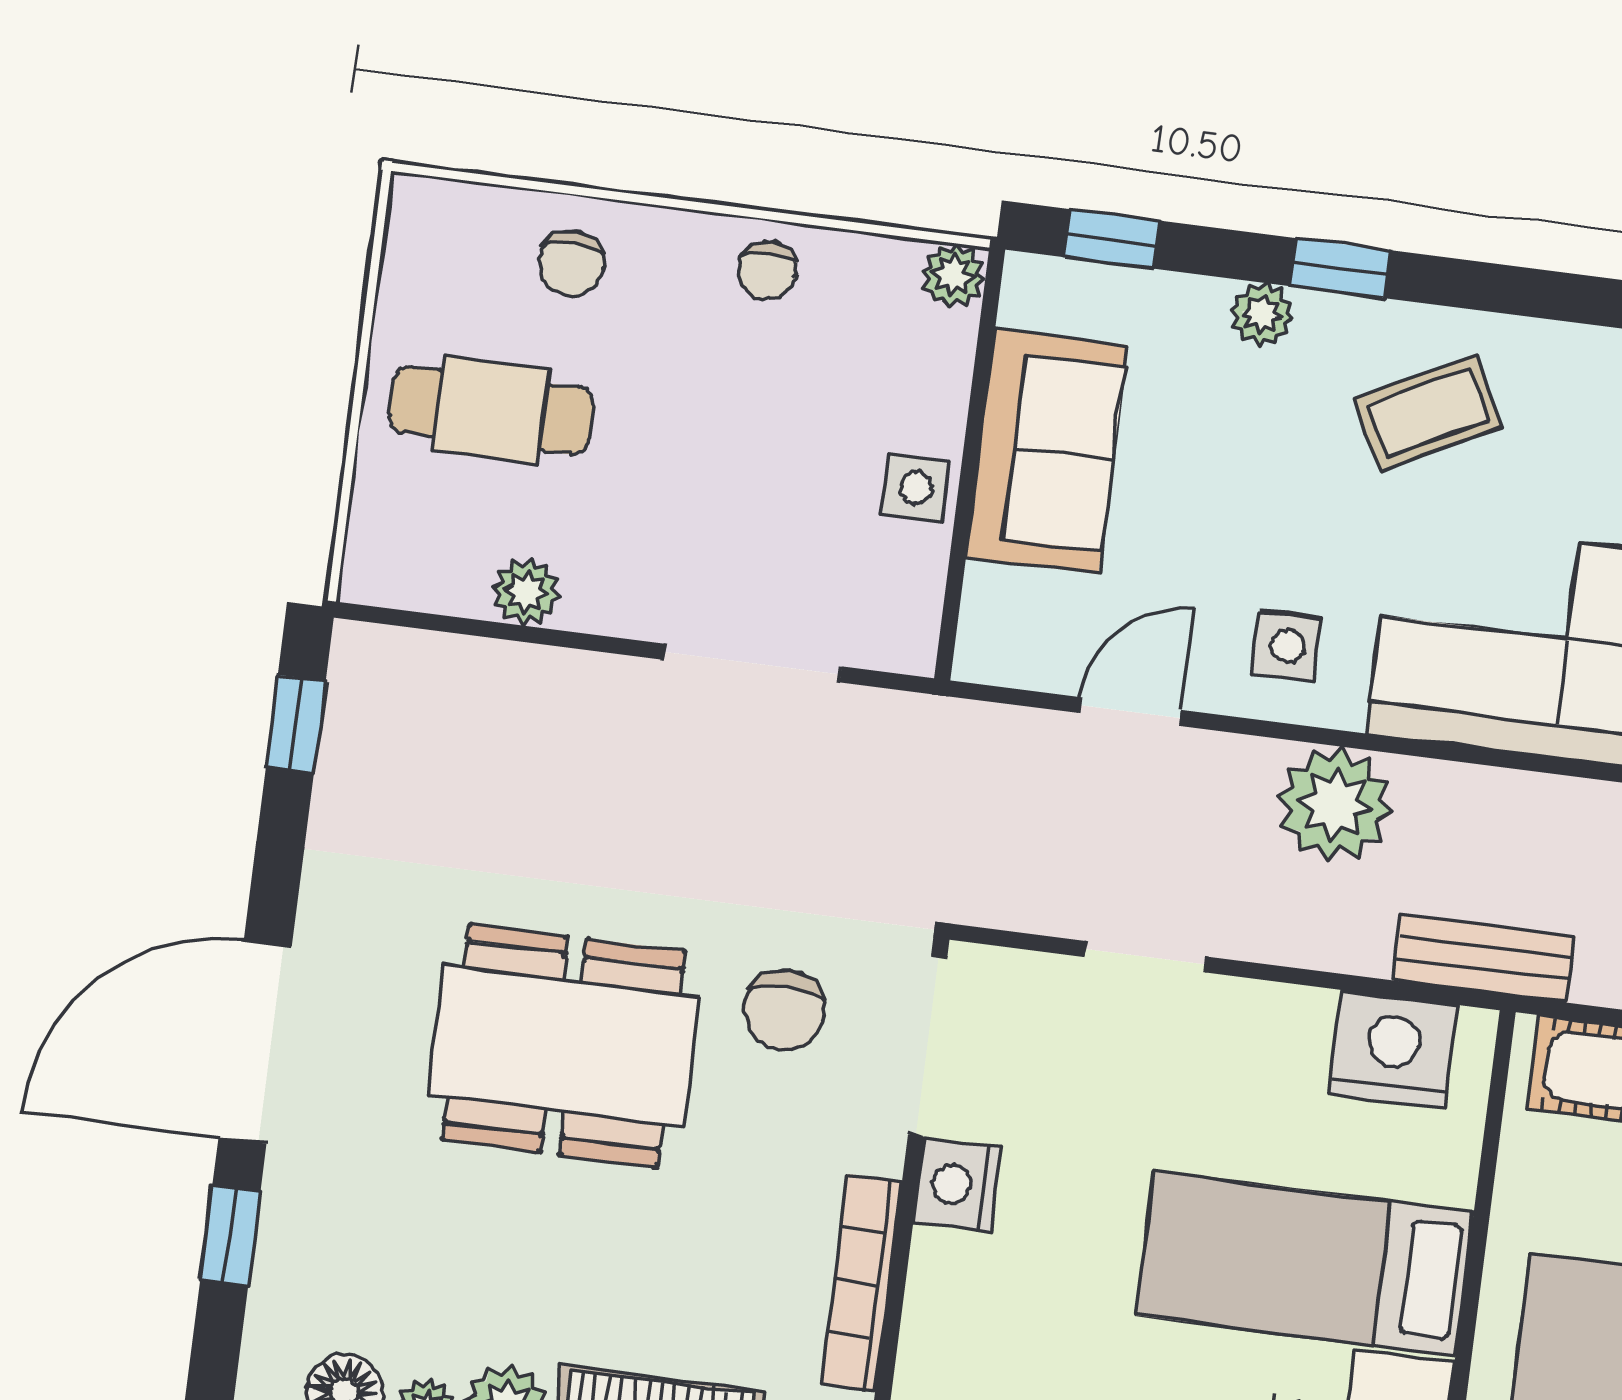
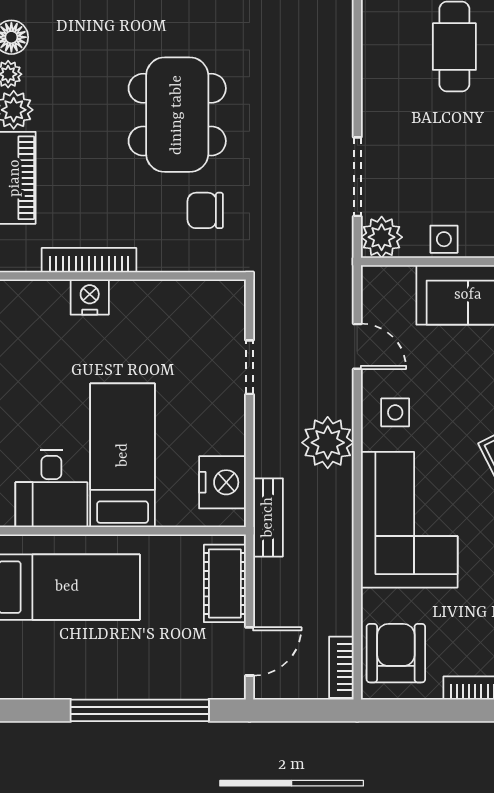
plant: (526, 592) -> (382, 237), moved, width x1.38, depth x1.38
doorway: (928, 1046) -> (198, 276), removed
nightstand: (958, 1185) -> (90, 297), moved

